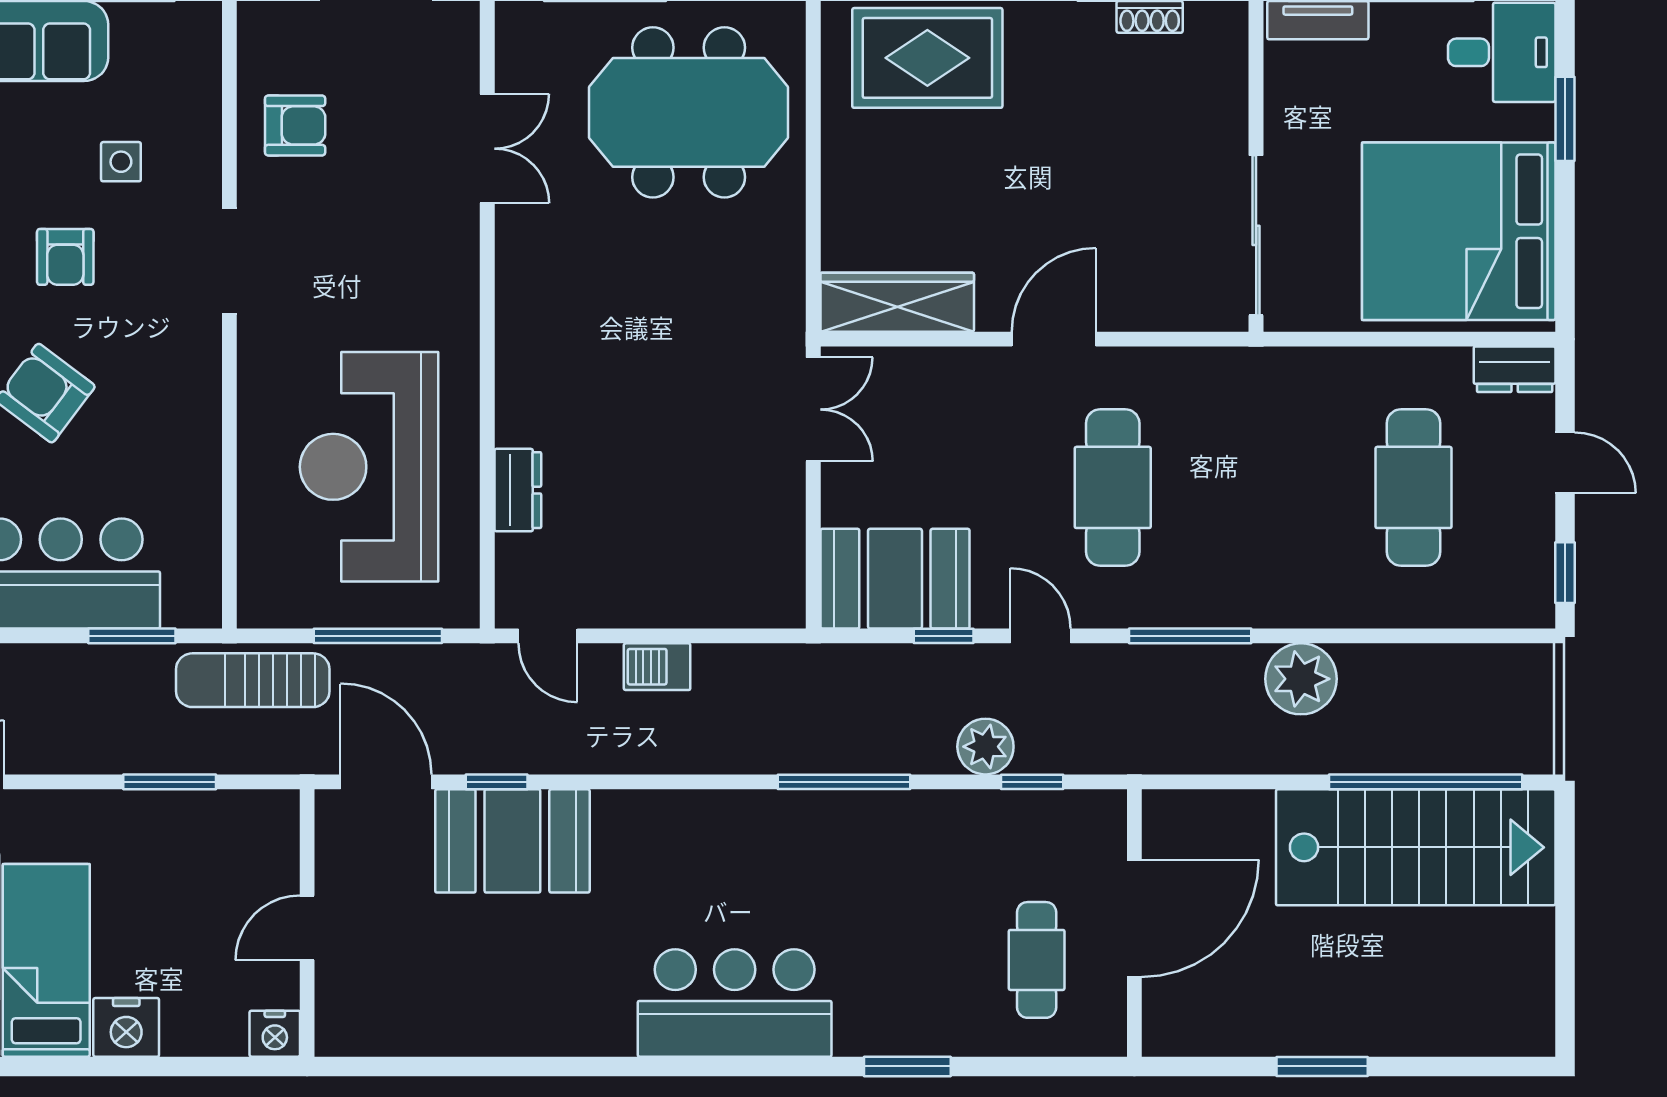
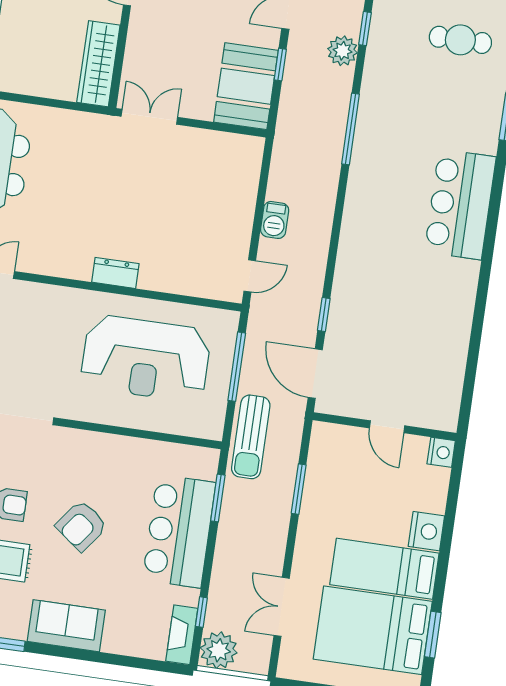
dresser: (518, 490) -> (115, 273), moved
door: (386, 782) -> (315, 374), hinge flipped
booth: (512, 841) -> (357, 311), removed

